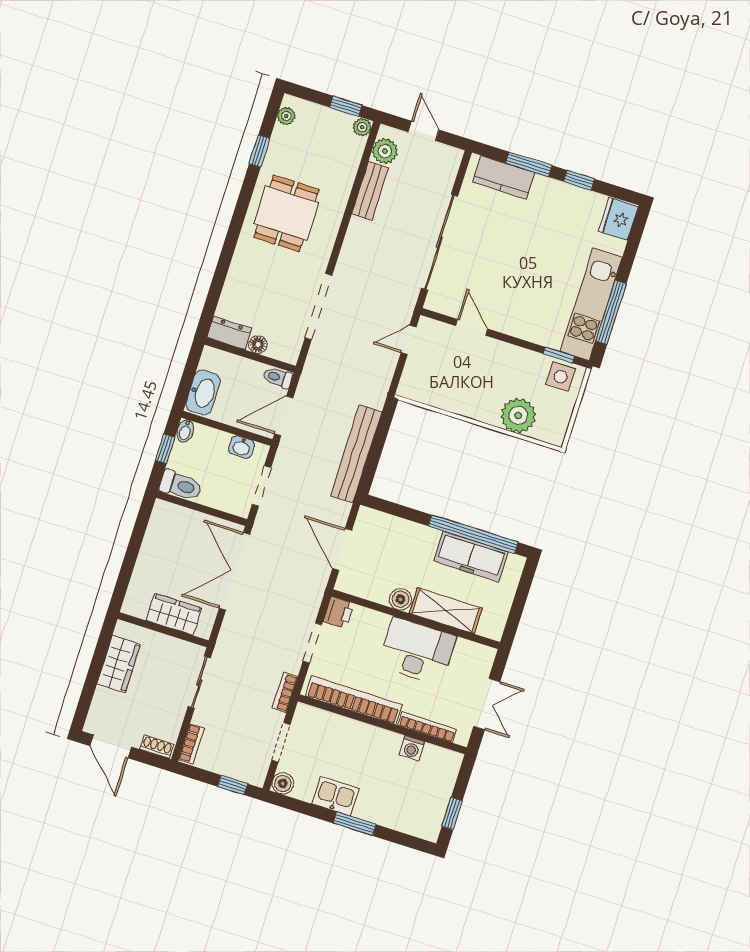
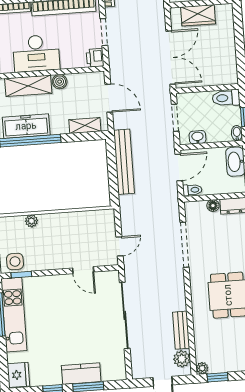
kitchen counter: (504, 177) -> (81, 374), moved
plant: (518, 415) -> (31, 221), width x0.53, depth x0.53
shelving: (390, 525) -> (85, 126), added

